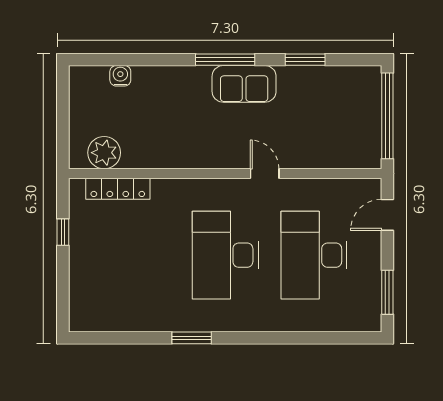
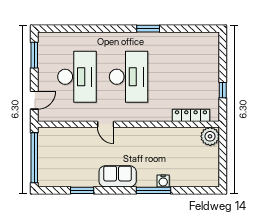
window: (225, 60) -> (153, 190), moved
water cooler: (120, 76) -> (163, 181), moved
plant: (104, 153) -> (210, 136), moved

